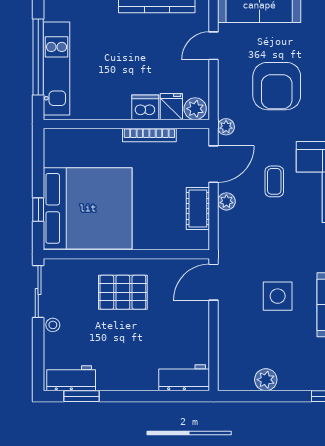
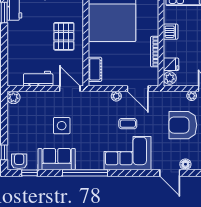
dishwasher: (145, 107) -> (171, 32), moved
plant: (226, 127) -> (192, 96), moved
cot: (198, 209) -> (95, 69), moved, turned 90
workbench: (184, 378) -> (38, 79), moved, turned -90
plant: (266, 380) -> (13, 97), moved

